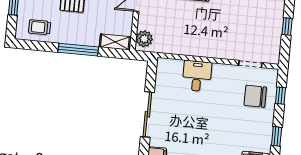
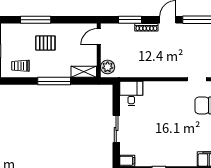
desk: (197, 76) -> (131, 93), moved
sliding door: (147, 114) -> (116, 129), width x0.73

